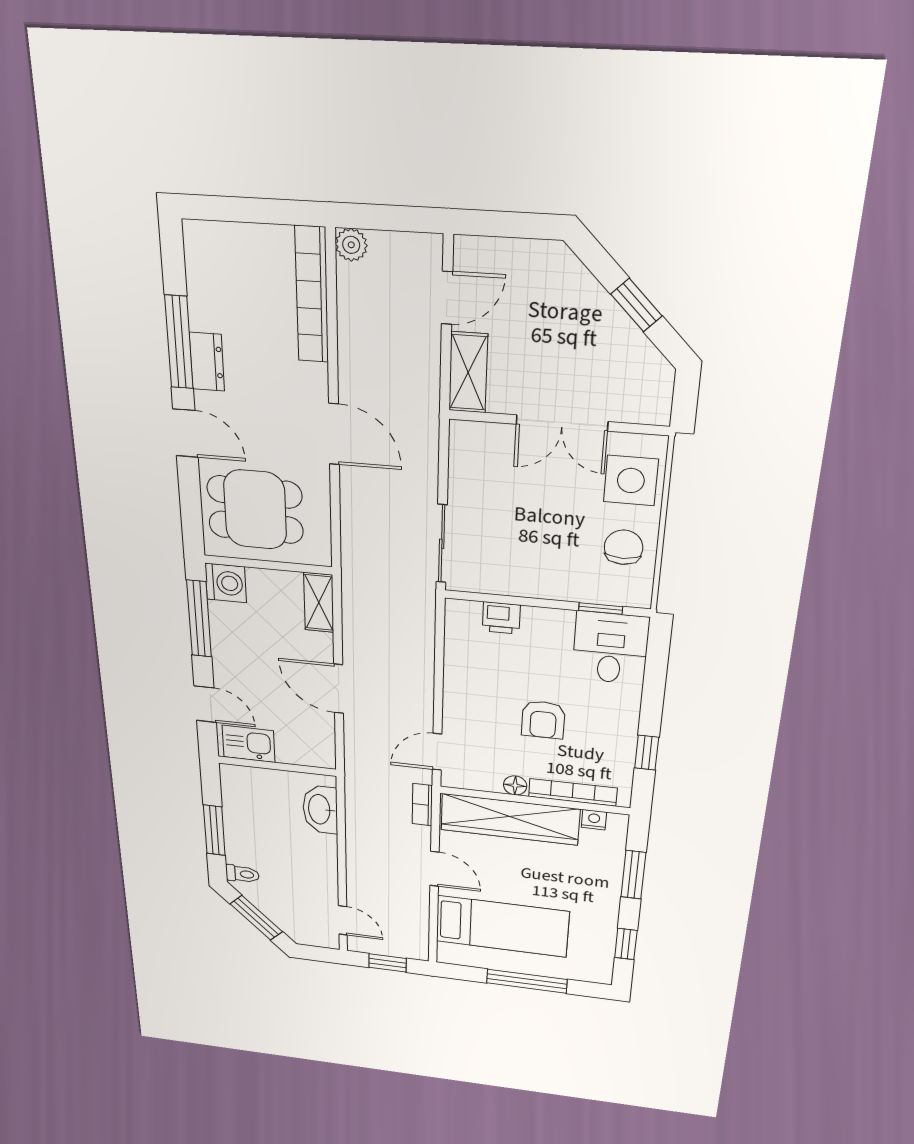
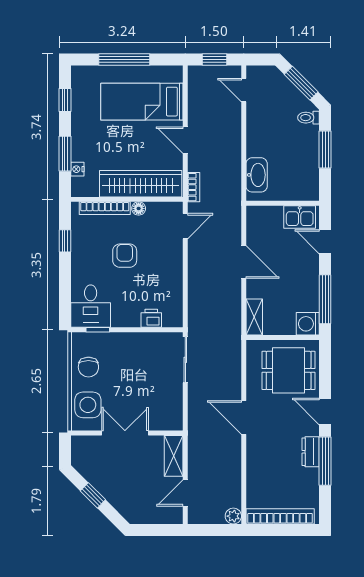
bookcase: (312, 295) -> (280, 516), moved, turned -90
nightstand: (594, 820) -> (77, 169), moved, turned 90

